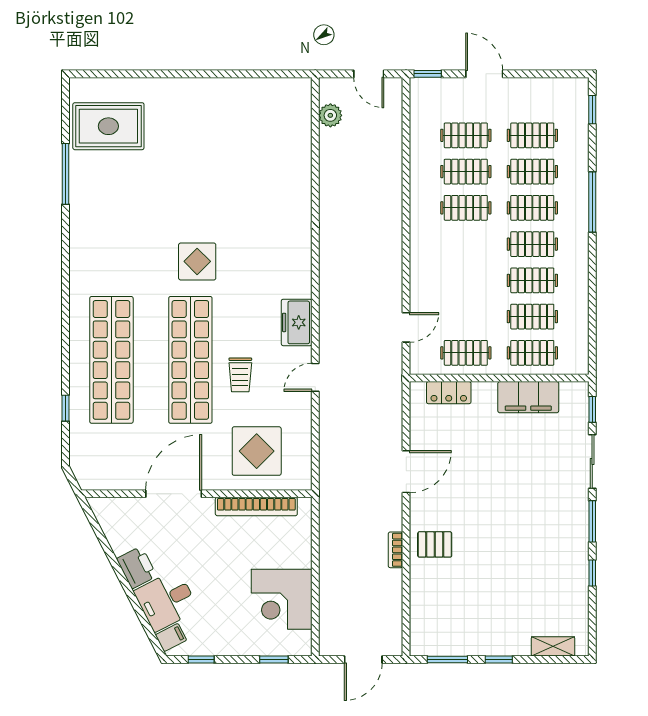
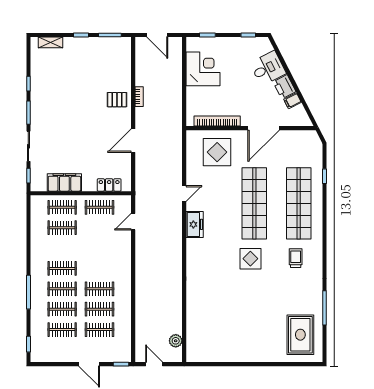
rug: (108, 126) -> (300, 335), turned 90
clothes rail: (532, 280) -> (62, 248), removed
trolley: (240, 375) -> (296, 258), moved
filing cabinet: (171, 637) -> (293, 101), moved
door: (363, 660) -> (157, 35), swing flipped

